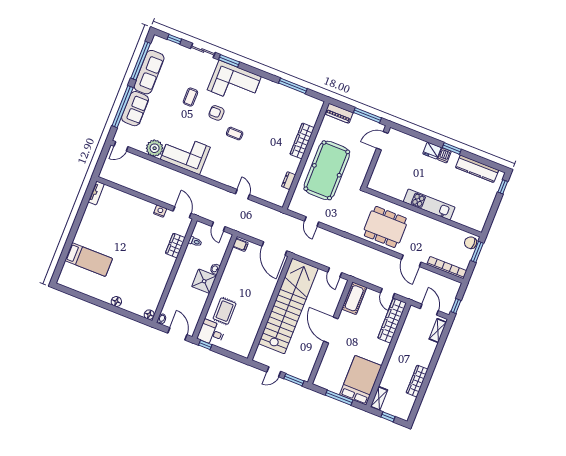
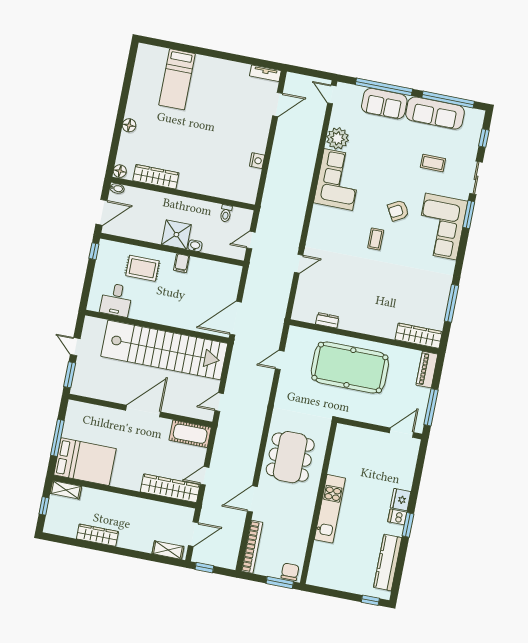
coffee table: (190, 97) -> (433, 163), moved
armchair: (217, 113) -> (398, 211), turned -119
wardrobe: (302, 141) -> (419, 336), moved
door: (382, 141) -> (401, 433), hinge flipped
door: (182, 212) -> (278, 104), moved
filing cabinet: (240, 245) -> (182, 263), moved
wardrobe: (175, 246) -> (156, 177), moved, width x1.50
desk: (211, 333) -> (116, 300), moved, turned 180

